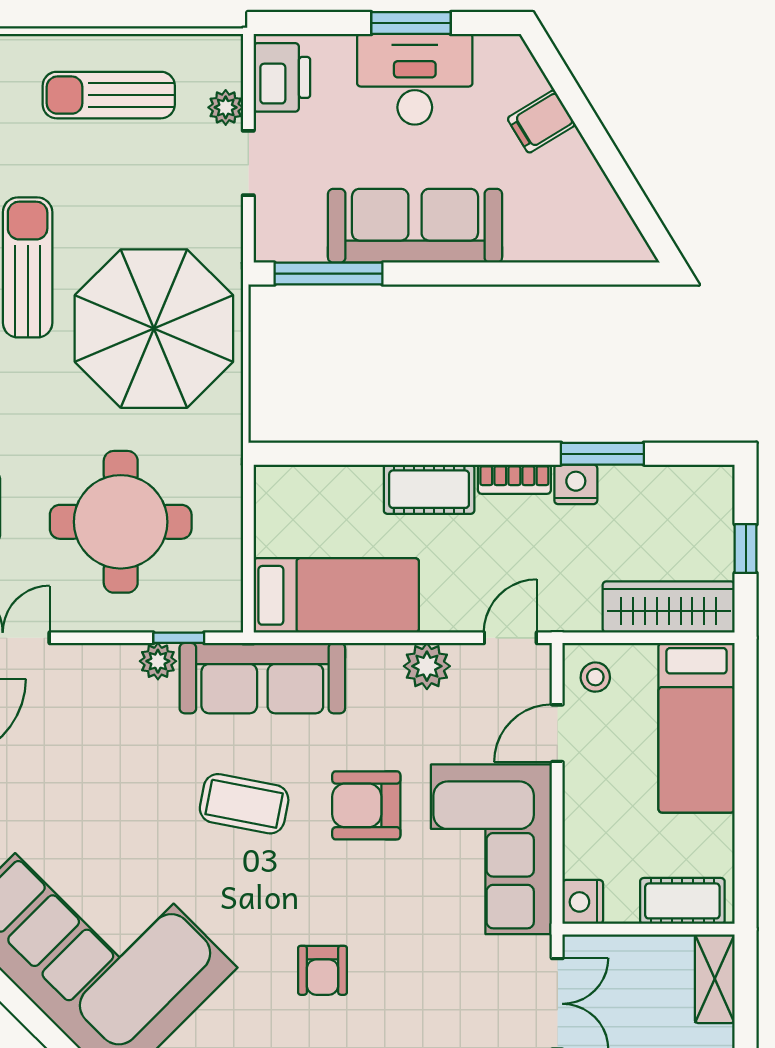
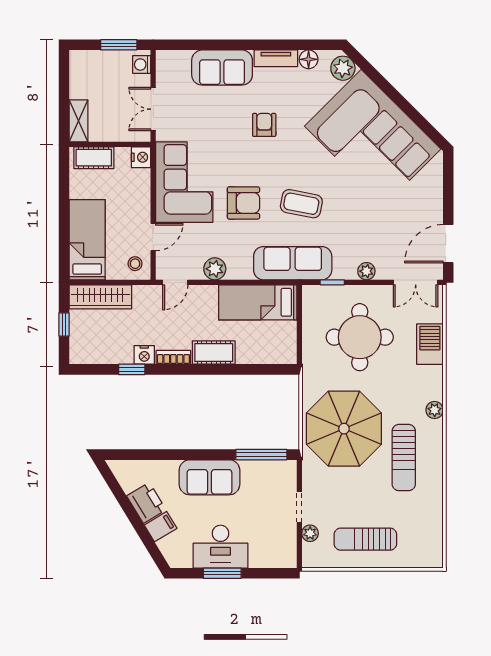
printer: (282, 77) -> (146, 503), moved, turned 149
sun lounger: (109, 95) -> (365, 539), turned 180
sofa: (415, 226) -> (209, 477), width x0.73
window: (602, 454) -> (132, 369), width x0.67
plant: (158, 661) -> (366, 271), moved

